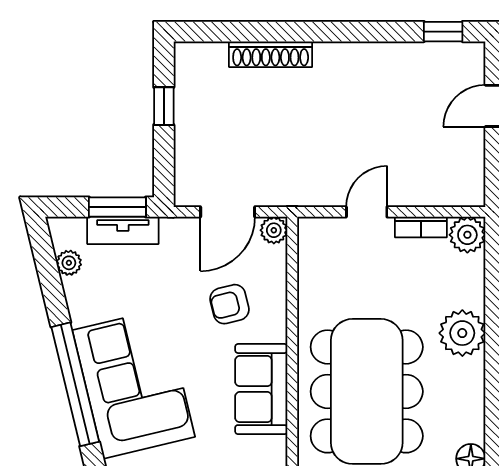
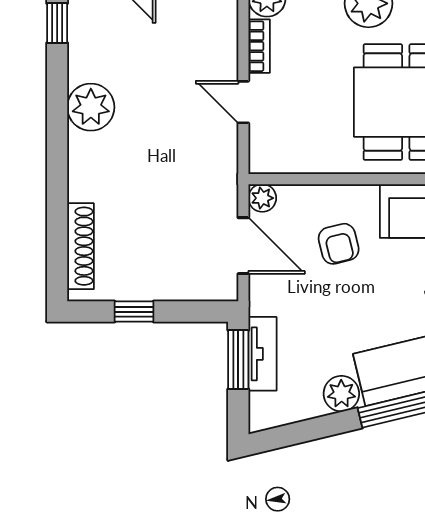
shoe rack: (271, 54) -> (80, 246), moved
plant: (362, 64) -> (91, 107), added
plant: (69, 263) -> (341, 394), moved, width x1.38, depth x1.38

